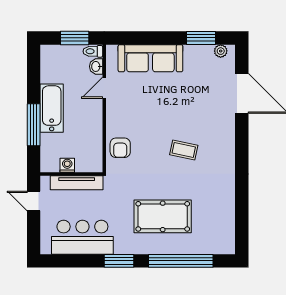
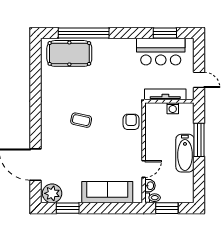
plant: (221, 51) -> (52, 193), width x1.88, depth x1.88
pool table: (163, 216) -> (69, 53), moved
window: (119, 261) -> (165, 33), moved

